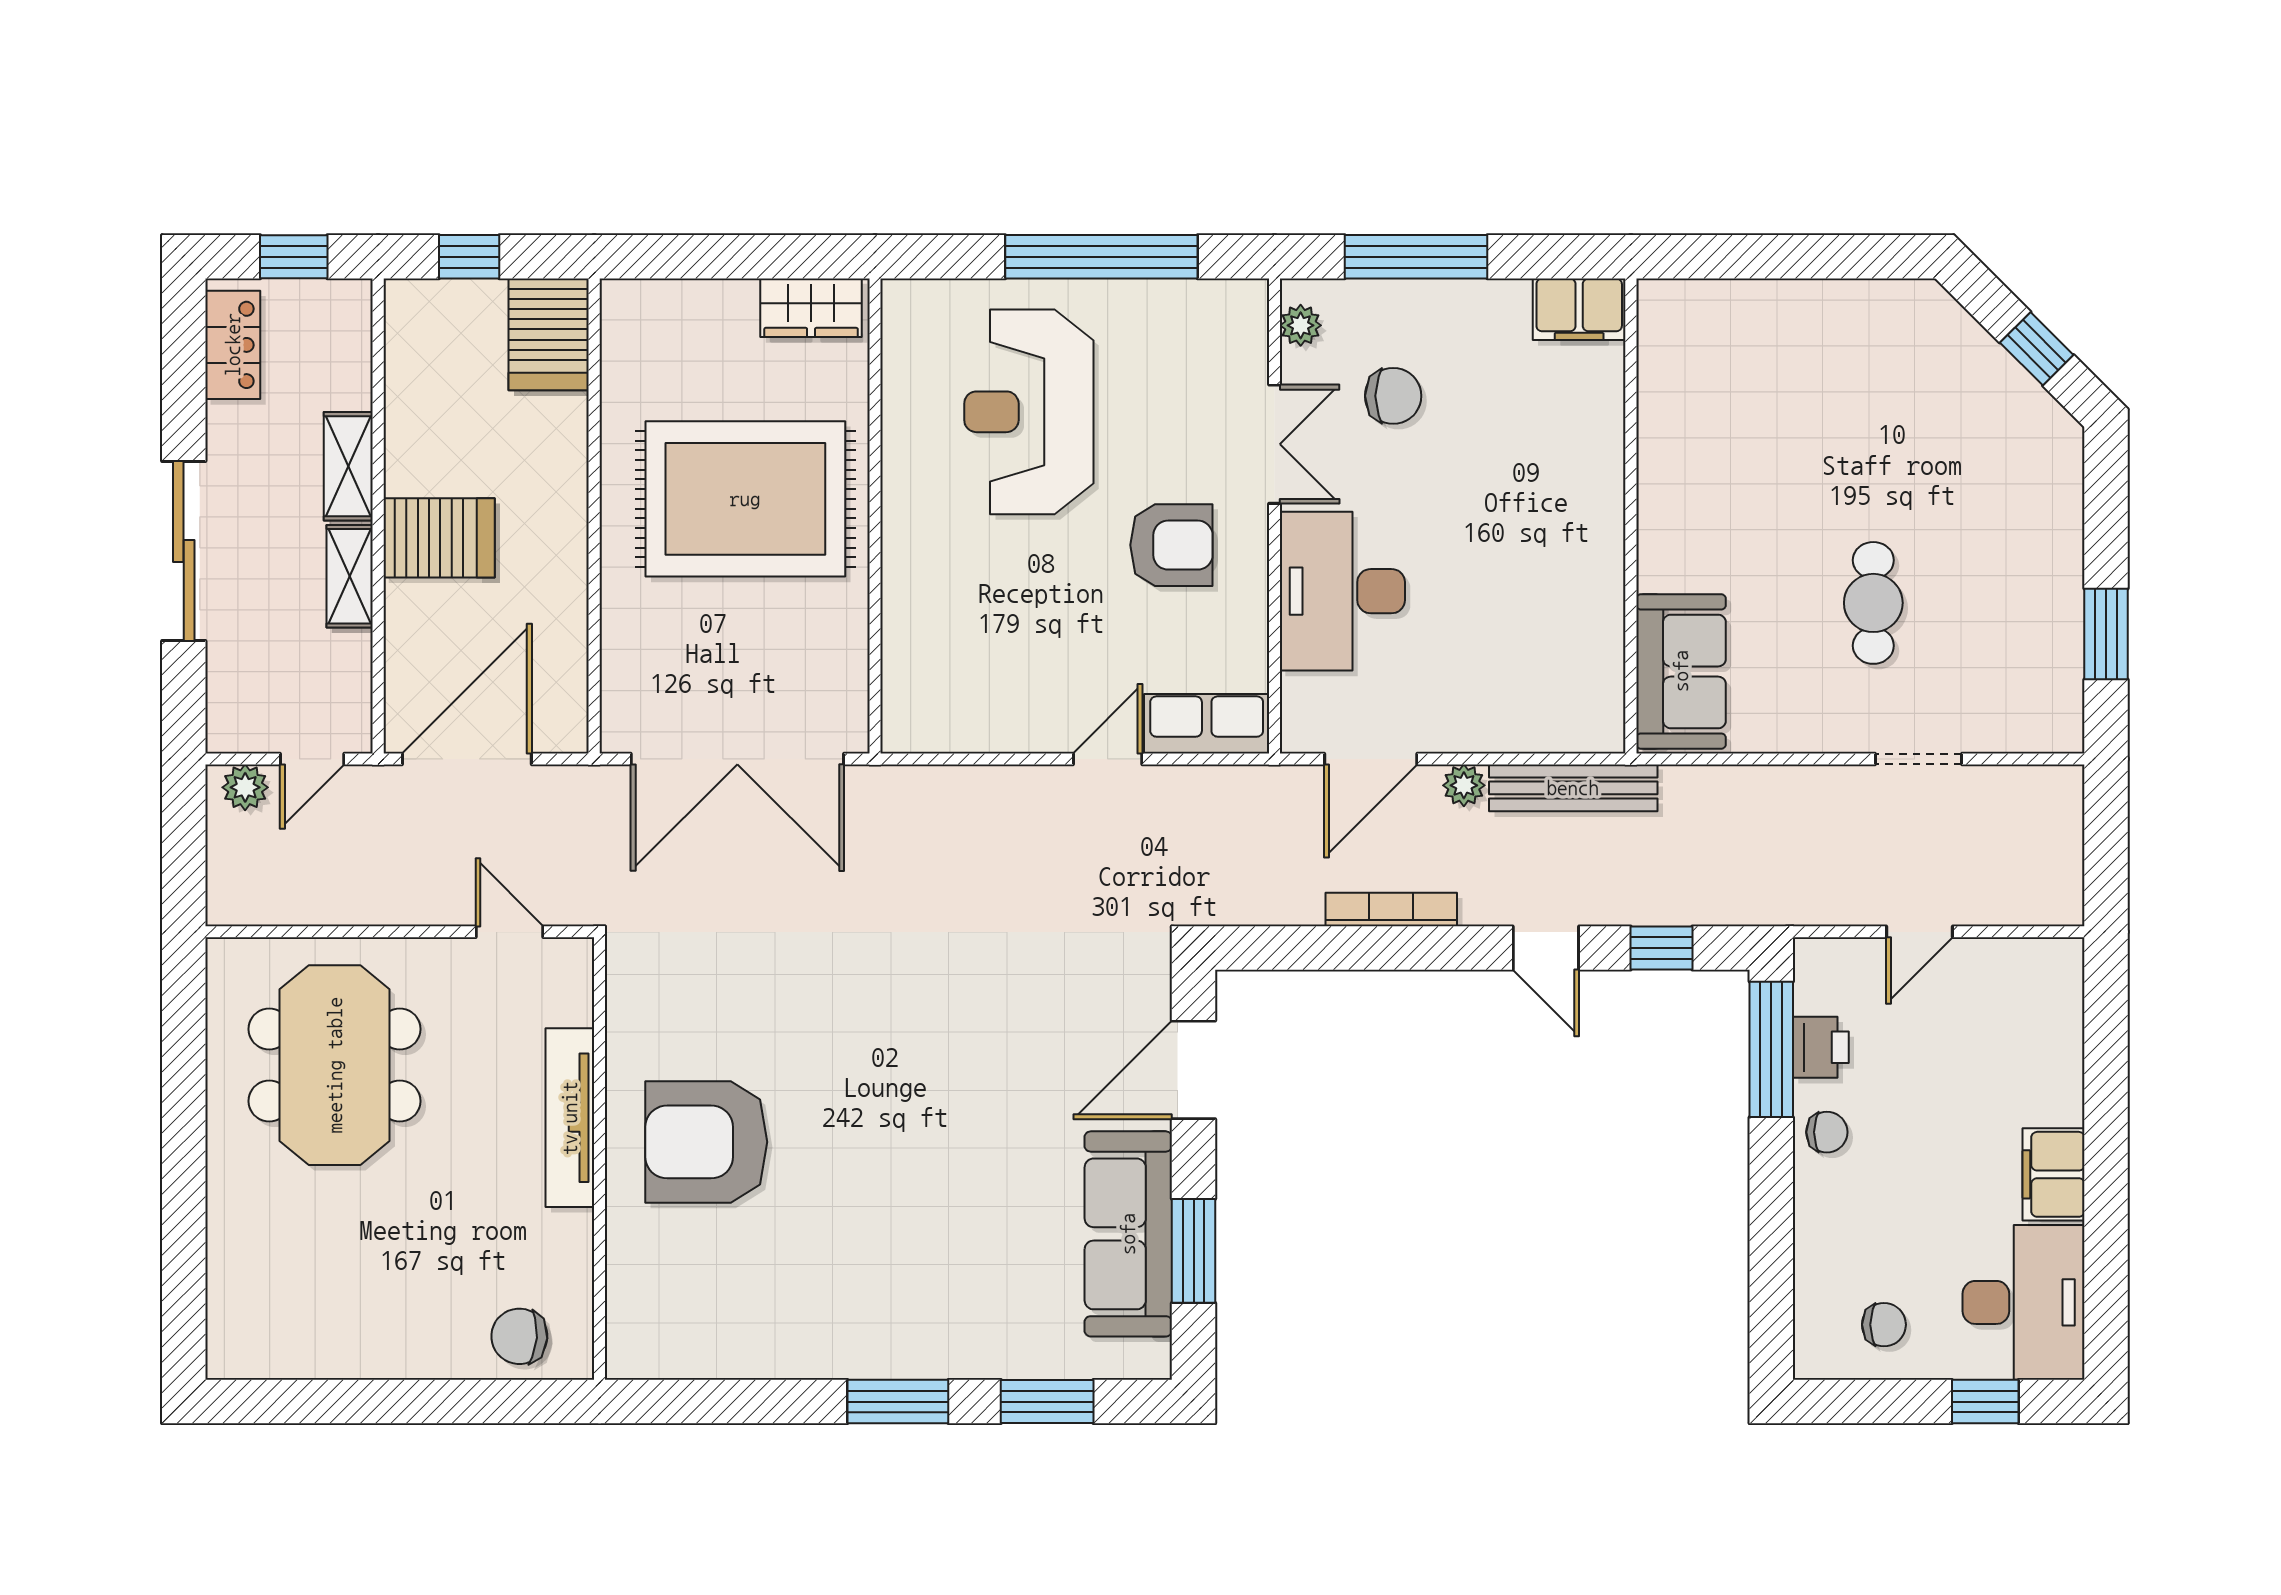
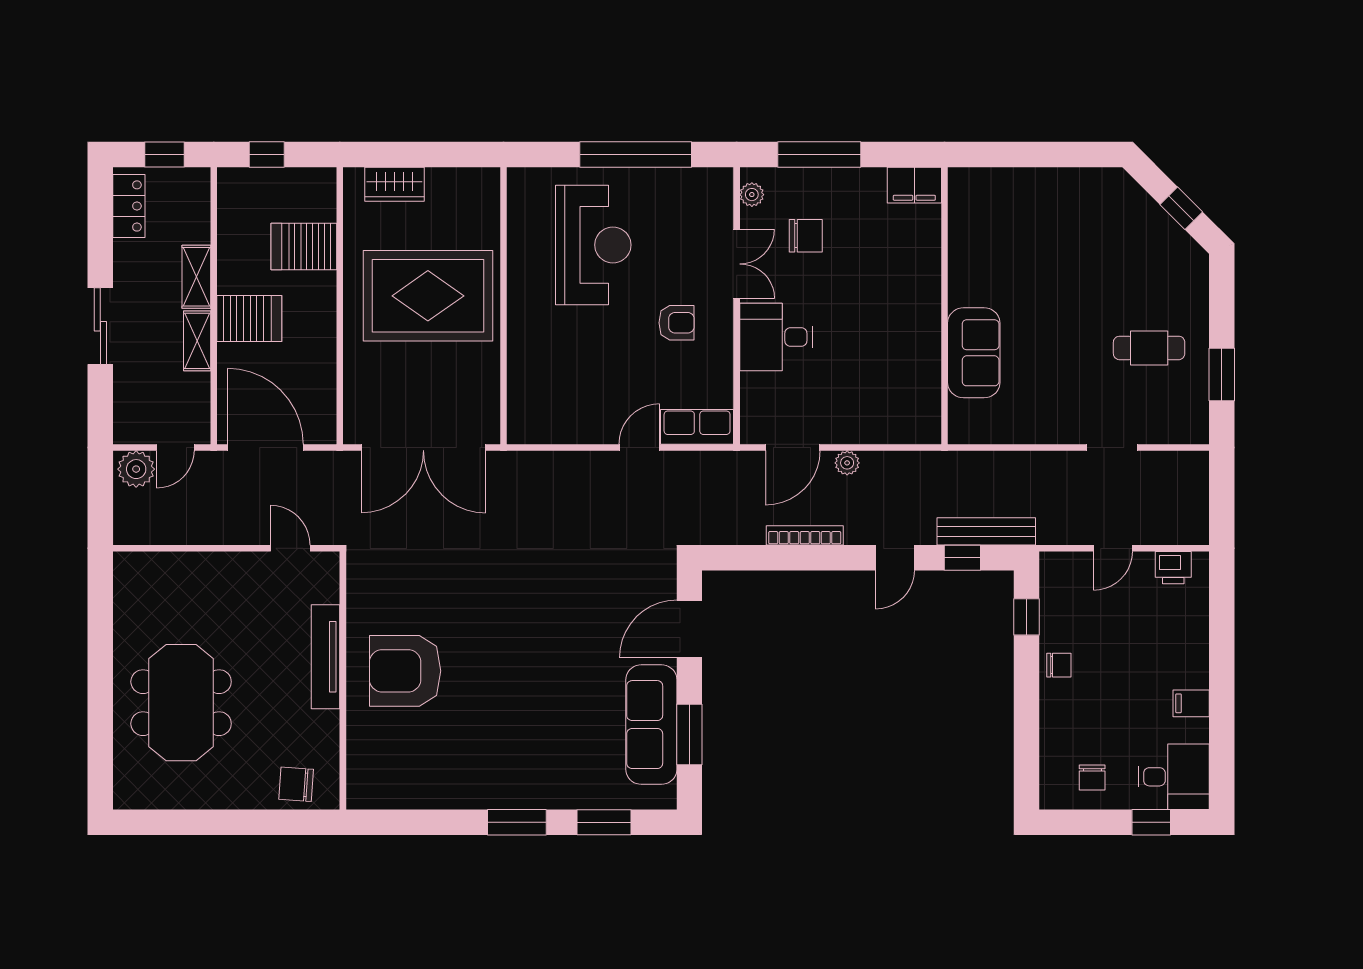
wardrobe: (811, 308) -> (394, 184), moved
server rack: (549, 334) -> (304, 246), moved, turned 90
reception desk: (1029, 412) -> (593, 245), turned 180
armchair: (1171, 545) -> (677, 323), width x0.72, depth x0.72
sliding door: (184, 551) -> (100, 326), width x0.73
desk: (1342, 591) -> (776, 337), width x0.73
cafe table: (1873, 603) -> (1149, 348), moved, turned 90
sofa: (1681, 671) -> (974, 353), moved
door: (467, 759) -> (265, 447), hinge flipped
plant: (245, 787) -> (136, 469), width x1.38, depth x1.38
bench: (1573, 788) -> (986, 531), moved
door: (1546, 948) -> (895, 558), hinge flipped
printer: (1821, 1047) -> (1173, 568), moved, turned 90
window: (1771, 1049) -> (1026, 617), width x0.46
meeting table: (335, 1065) -> (181, 703), moved
filing cabinet: (2054, 1174) -> (1191, 703), width x0.50
desk: (2024, 1302) -> (1174, 777), width x0.73
chair: (1884, 1325) -> (1092, 777), turned 90

